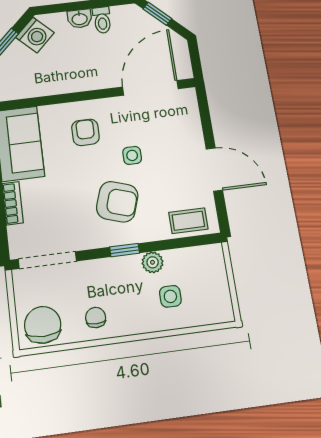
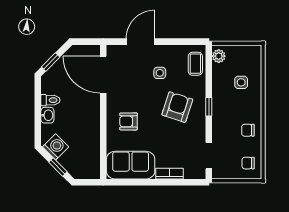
side table: (132, 155) -> (160, 73), moved
door: (214, 169) -> (140, 42), moved
doorway: (47, 260) -> (209, 156), width x0.73
plant: (153, 262) -> (219, 56), moved
chair: (43, 325) -> (248, 163), width x0.54, depth x0.54

